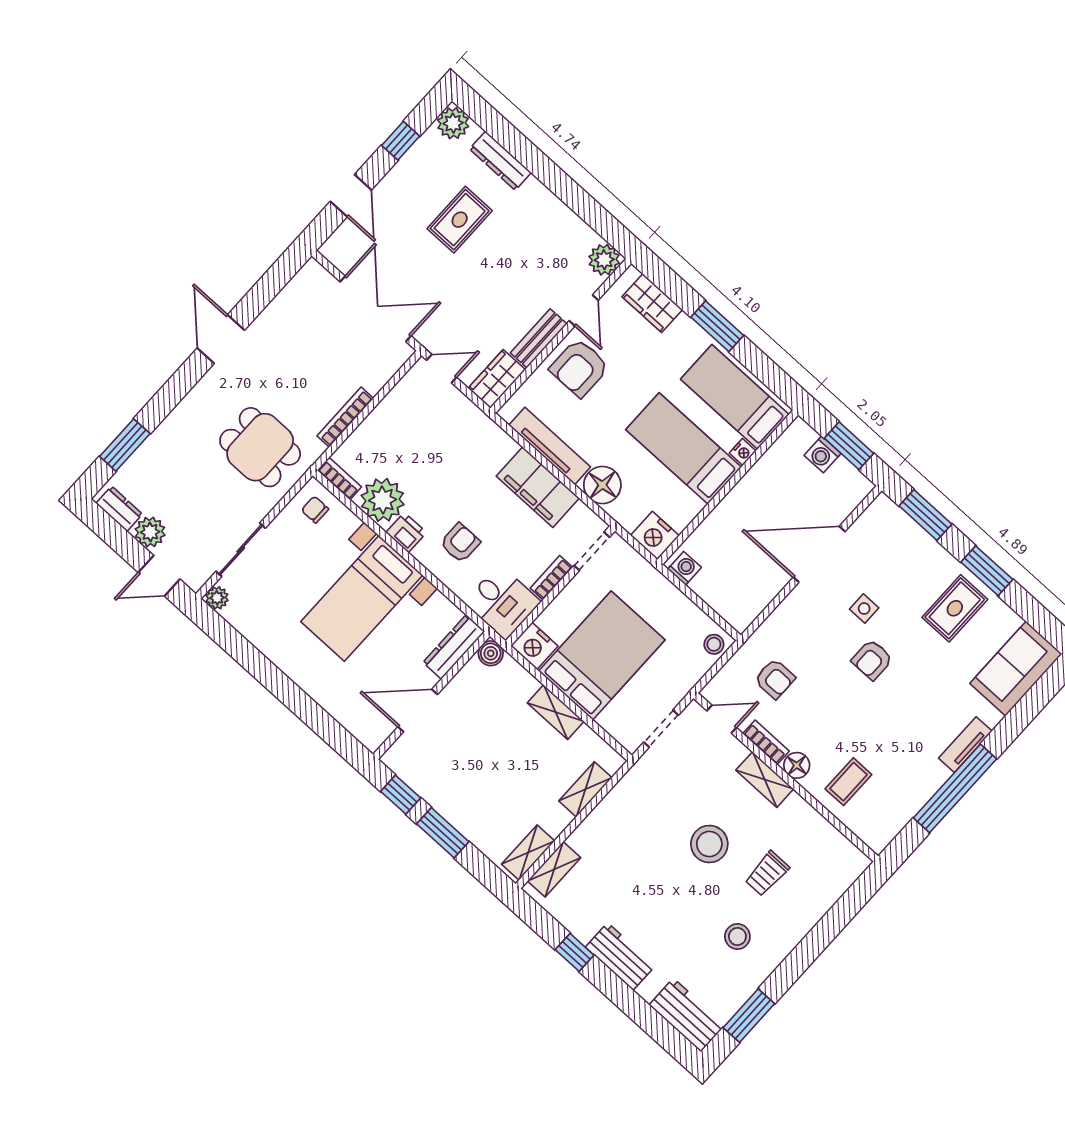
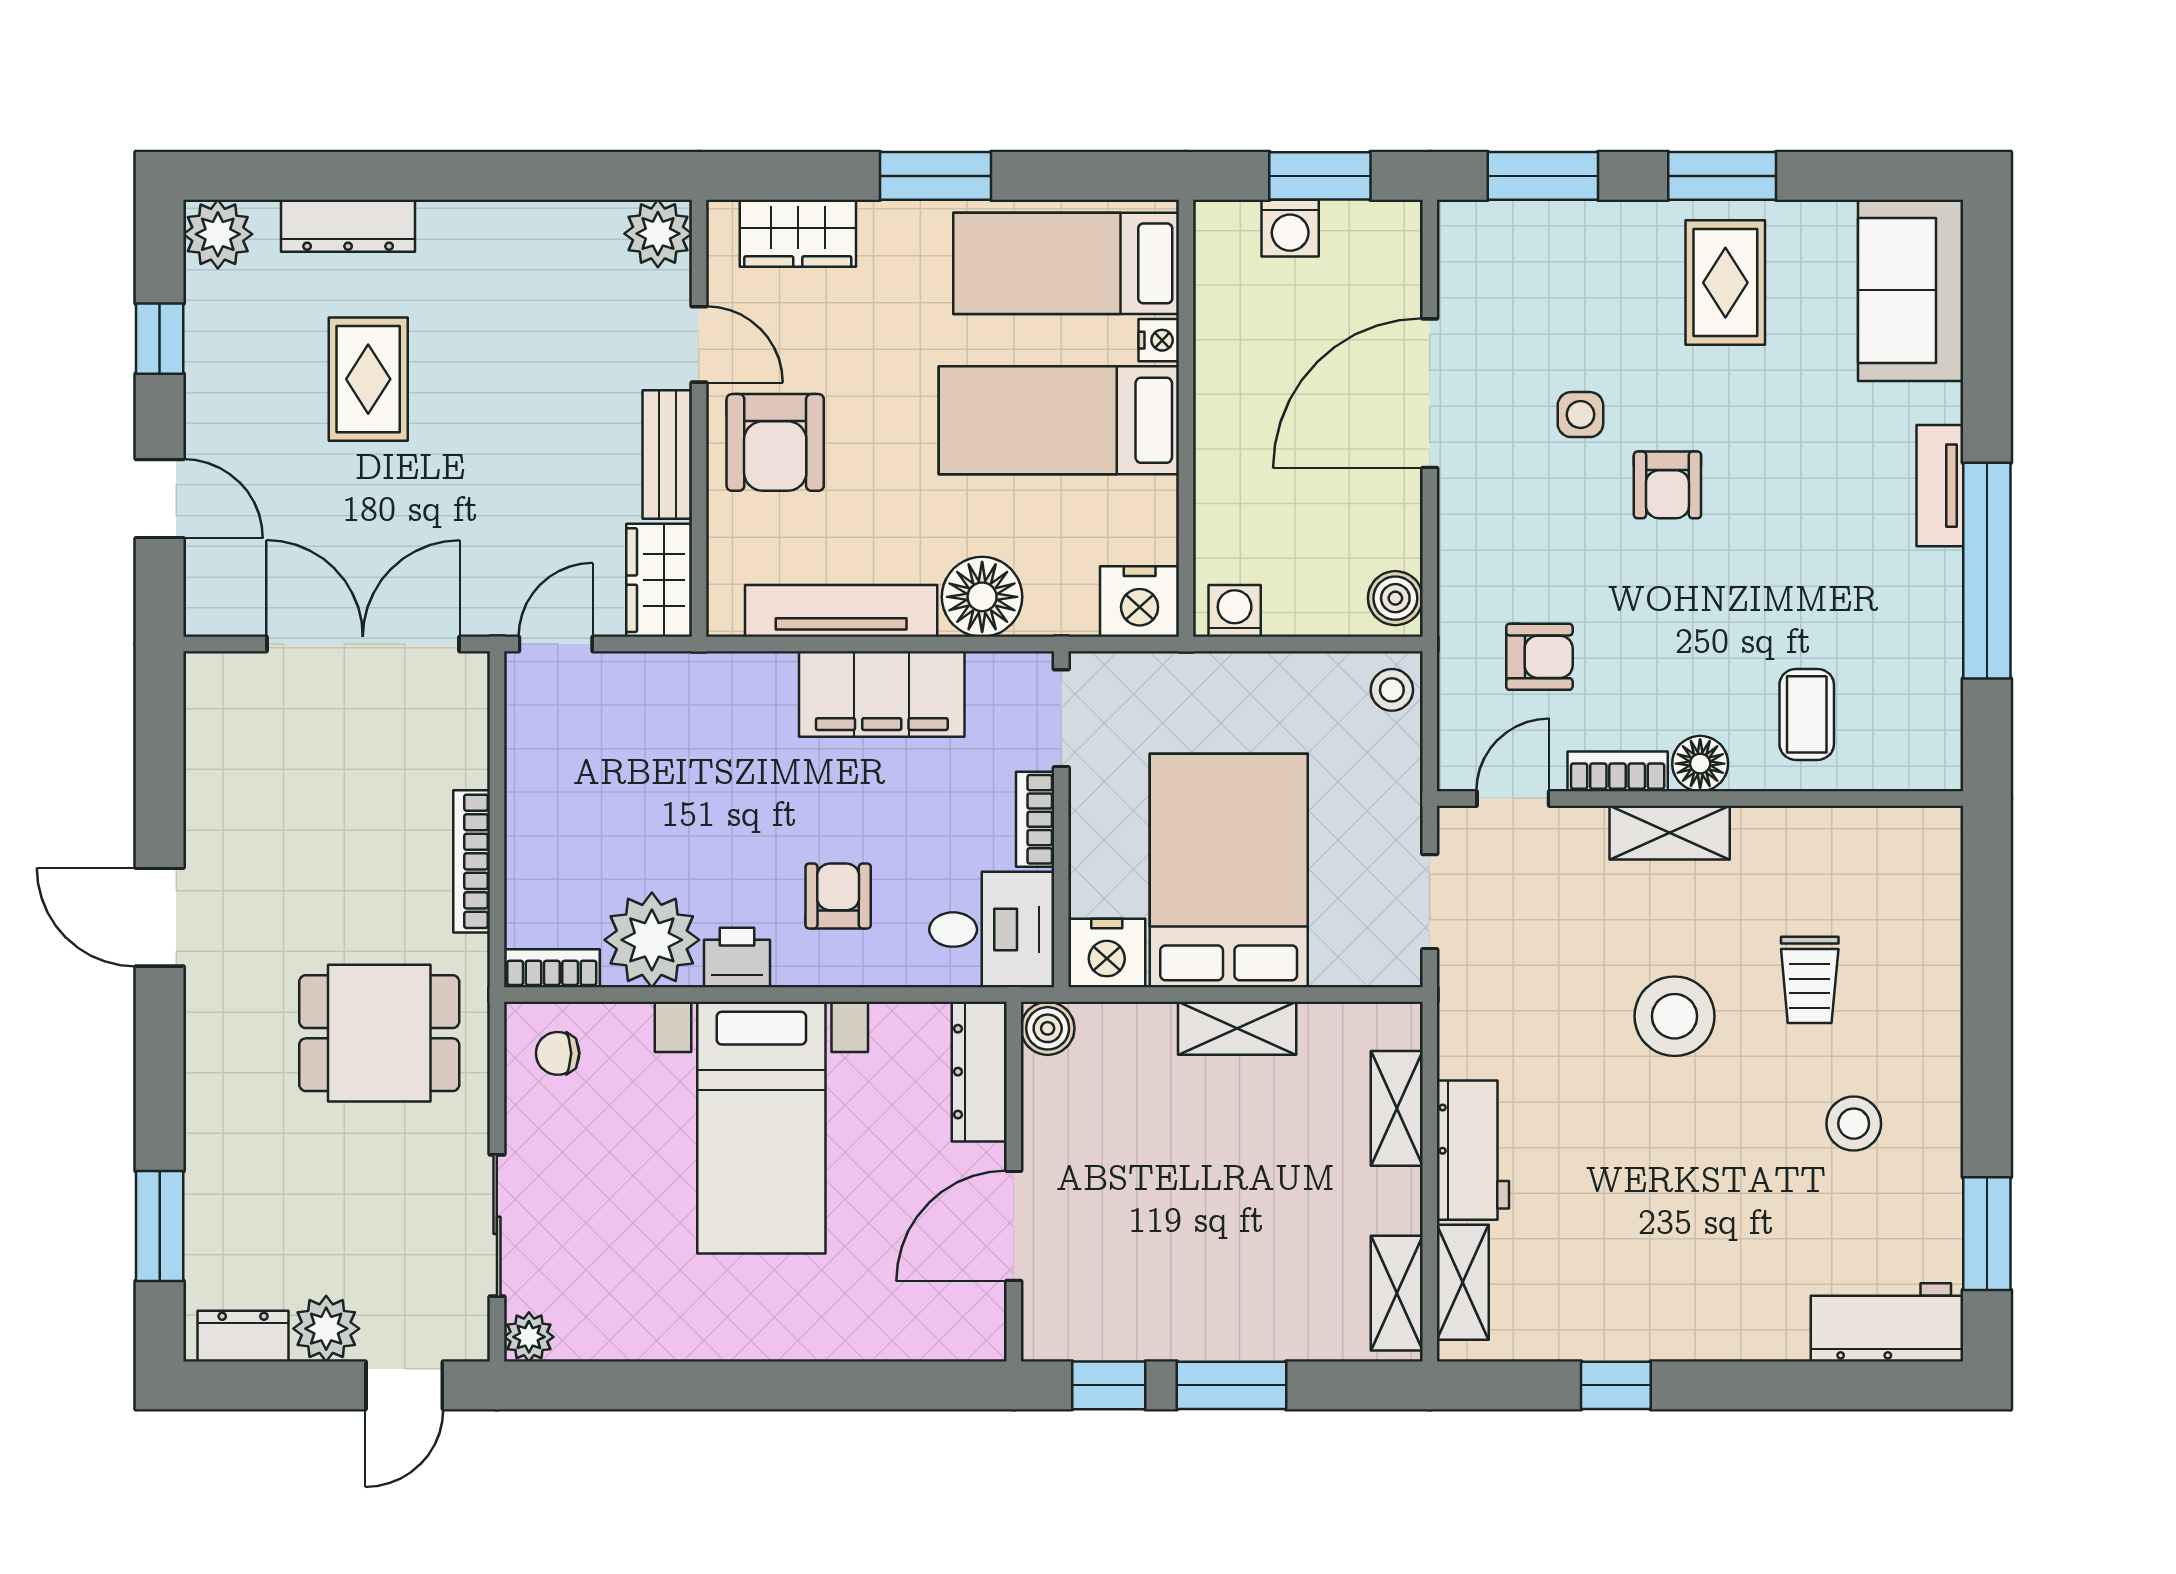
boiler: (744, 614) -> (1395, 598), added
workbench: (620, 956) -> (1473, 1150), moved, turned 90

